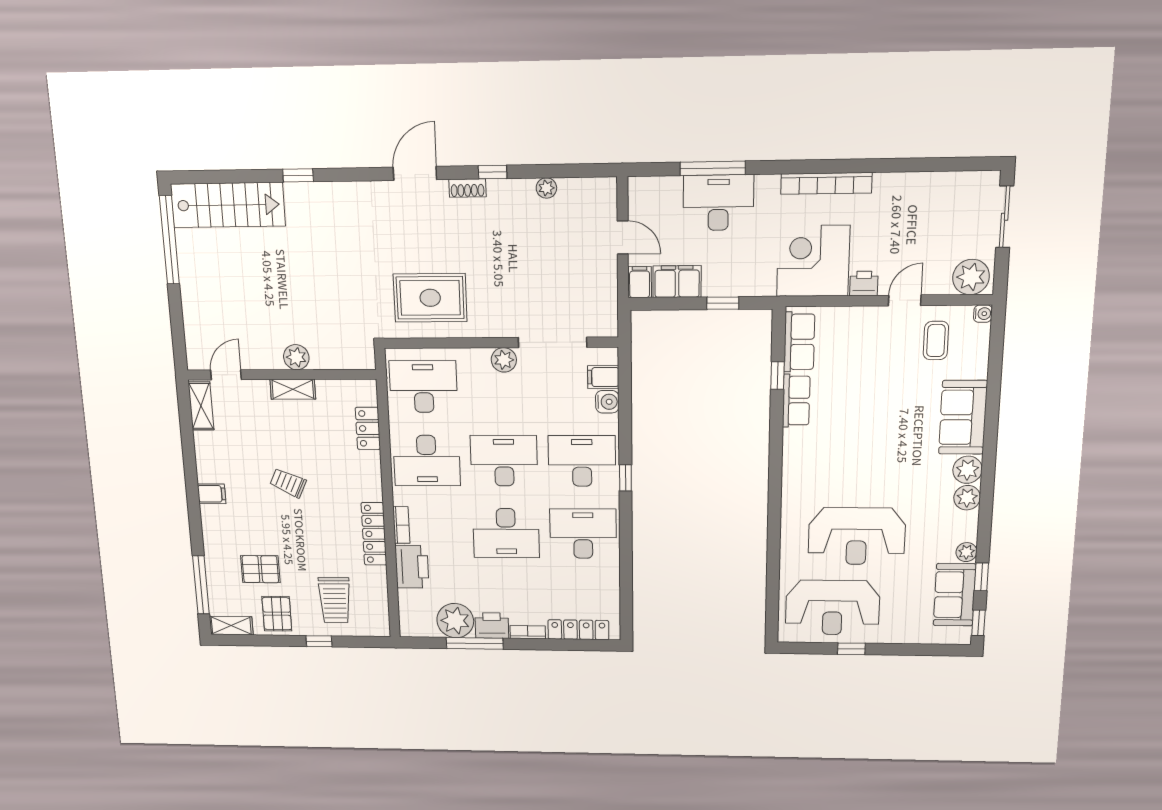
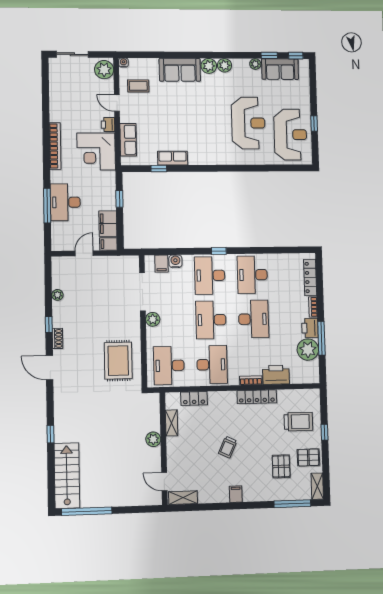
row of seats: (799, 342) -> (128, 140), moved, turned 90
shelving: (293, 389) -> (172, 423), moved

